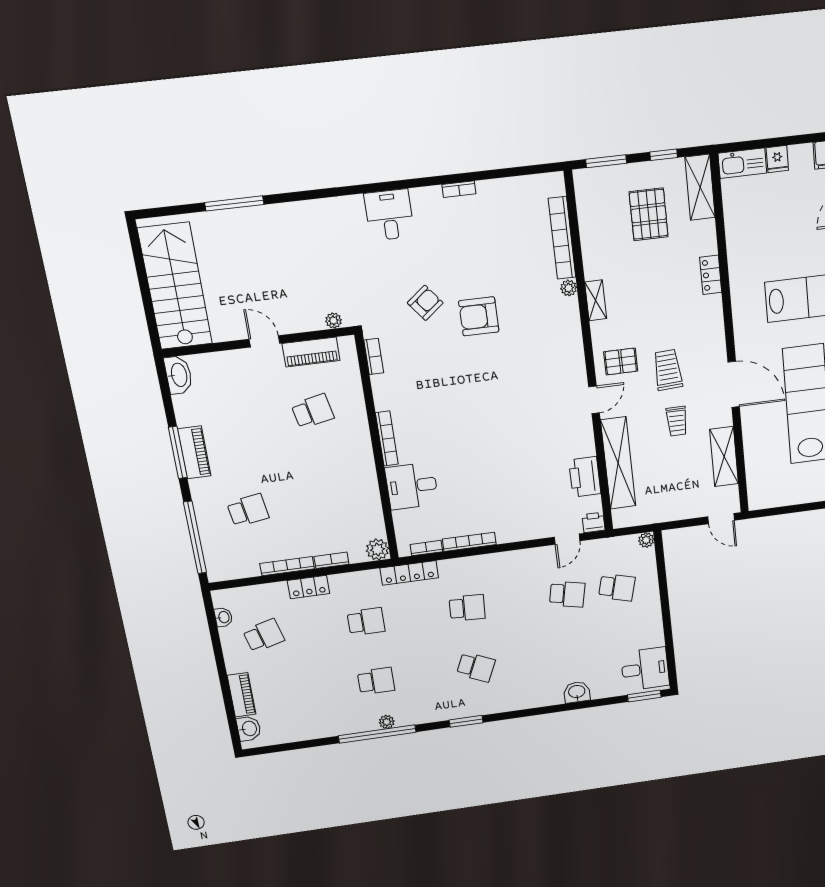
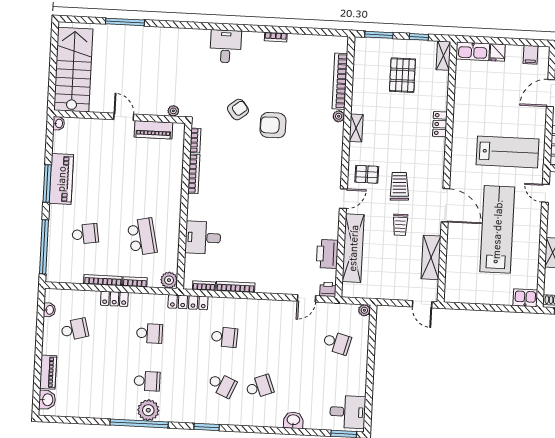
shelving: (700, 187) -> (443, 56), width x0.67, depth x0.75
washbasin: (178, 375) -> (59, 123), width x0.52, depth x0.69
school desk: (313, 411) -> (142, 237), moved, width x1.85
bookcase: (387, 439) -> (194, 174), moved
piano: (194, 452) -> (61, 179), width x1.37, depth x1.33
school desk: (567, 594) -> (259, 387), moved, turned -33
plant: (387, 722) -> (148, 410), width x1.88, depth x1.88

